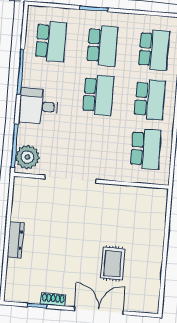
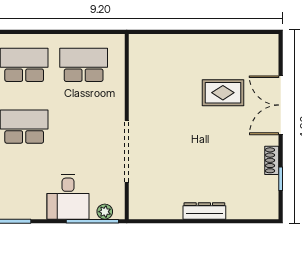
desk: (38, 106) -> (68, 197), moved
plant: (27, 157) -> (105, 212), width x0.53, depth x0.53

